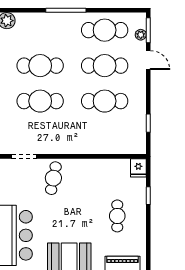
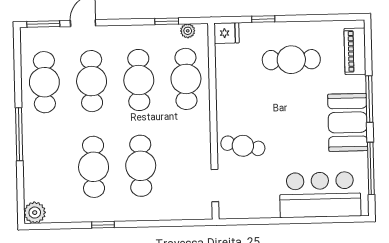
plant: (141, 35) -> (188, 31), moved
cafe table: (105, 137) -> (186, 79), added
cafe table: (117, 216) -> (291, 60), width x1.37, depth x1.35

